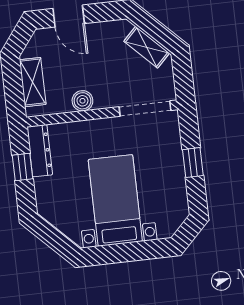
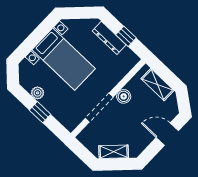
doorway: (145, 109) -> (99, 108), moved
dresser: (40, 151) -> (109, 38), moved
plant: (177, 187) -> (38, 93), added

